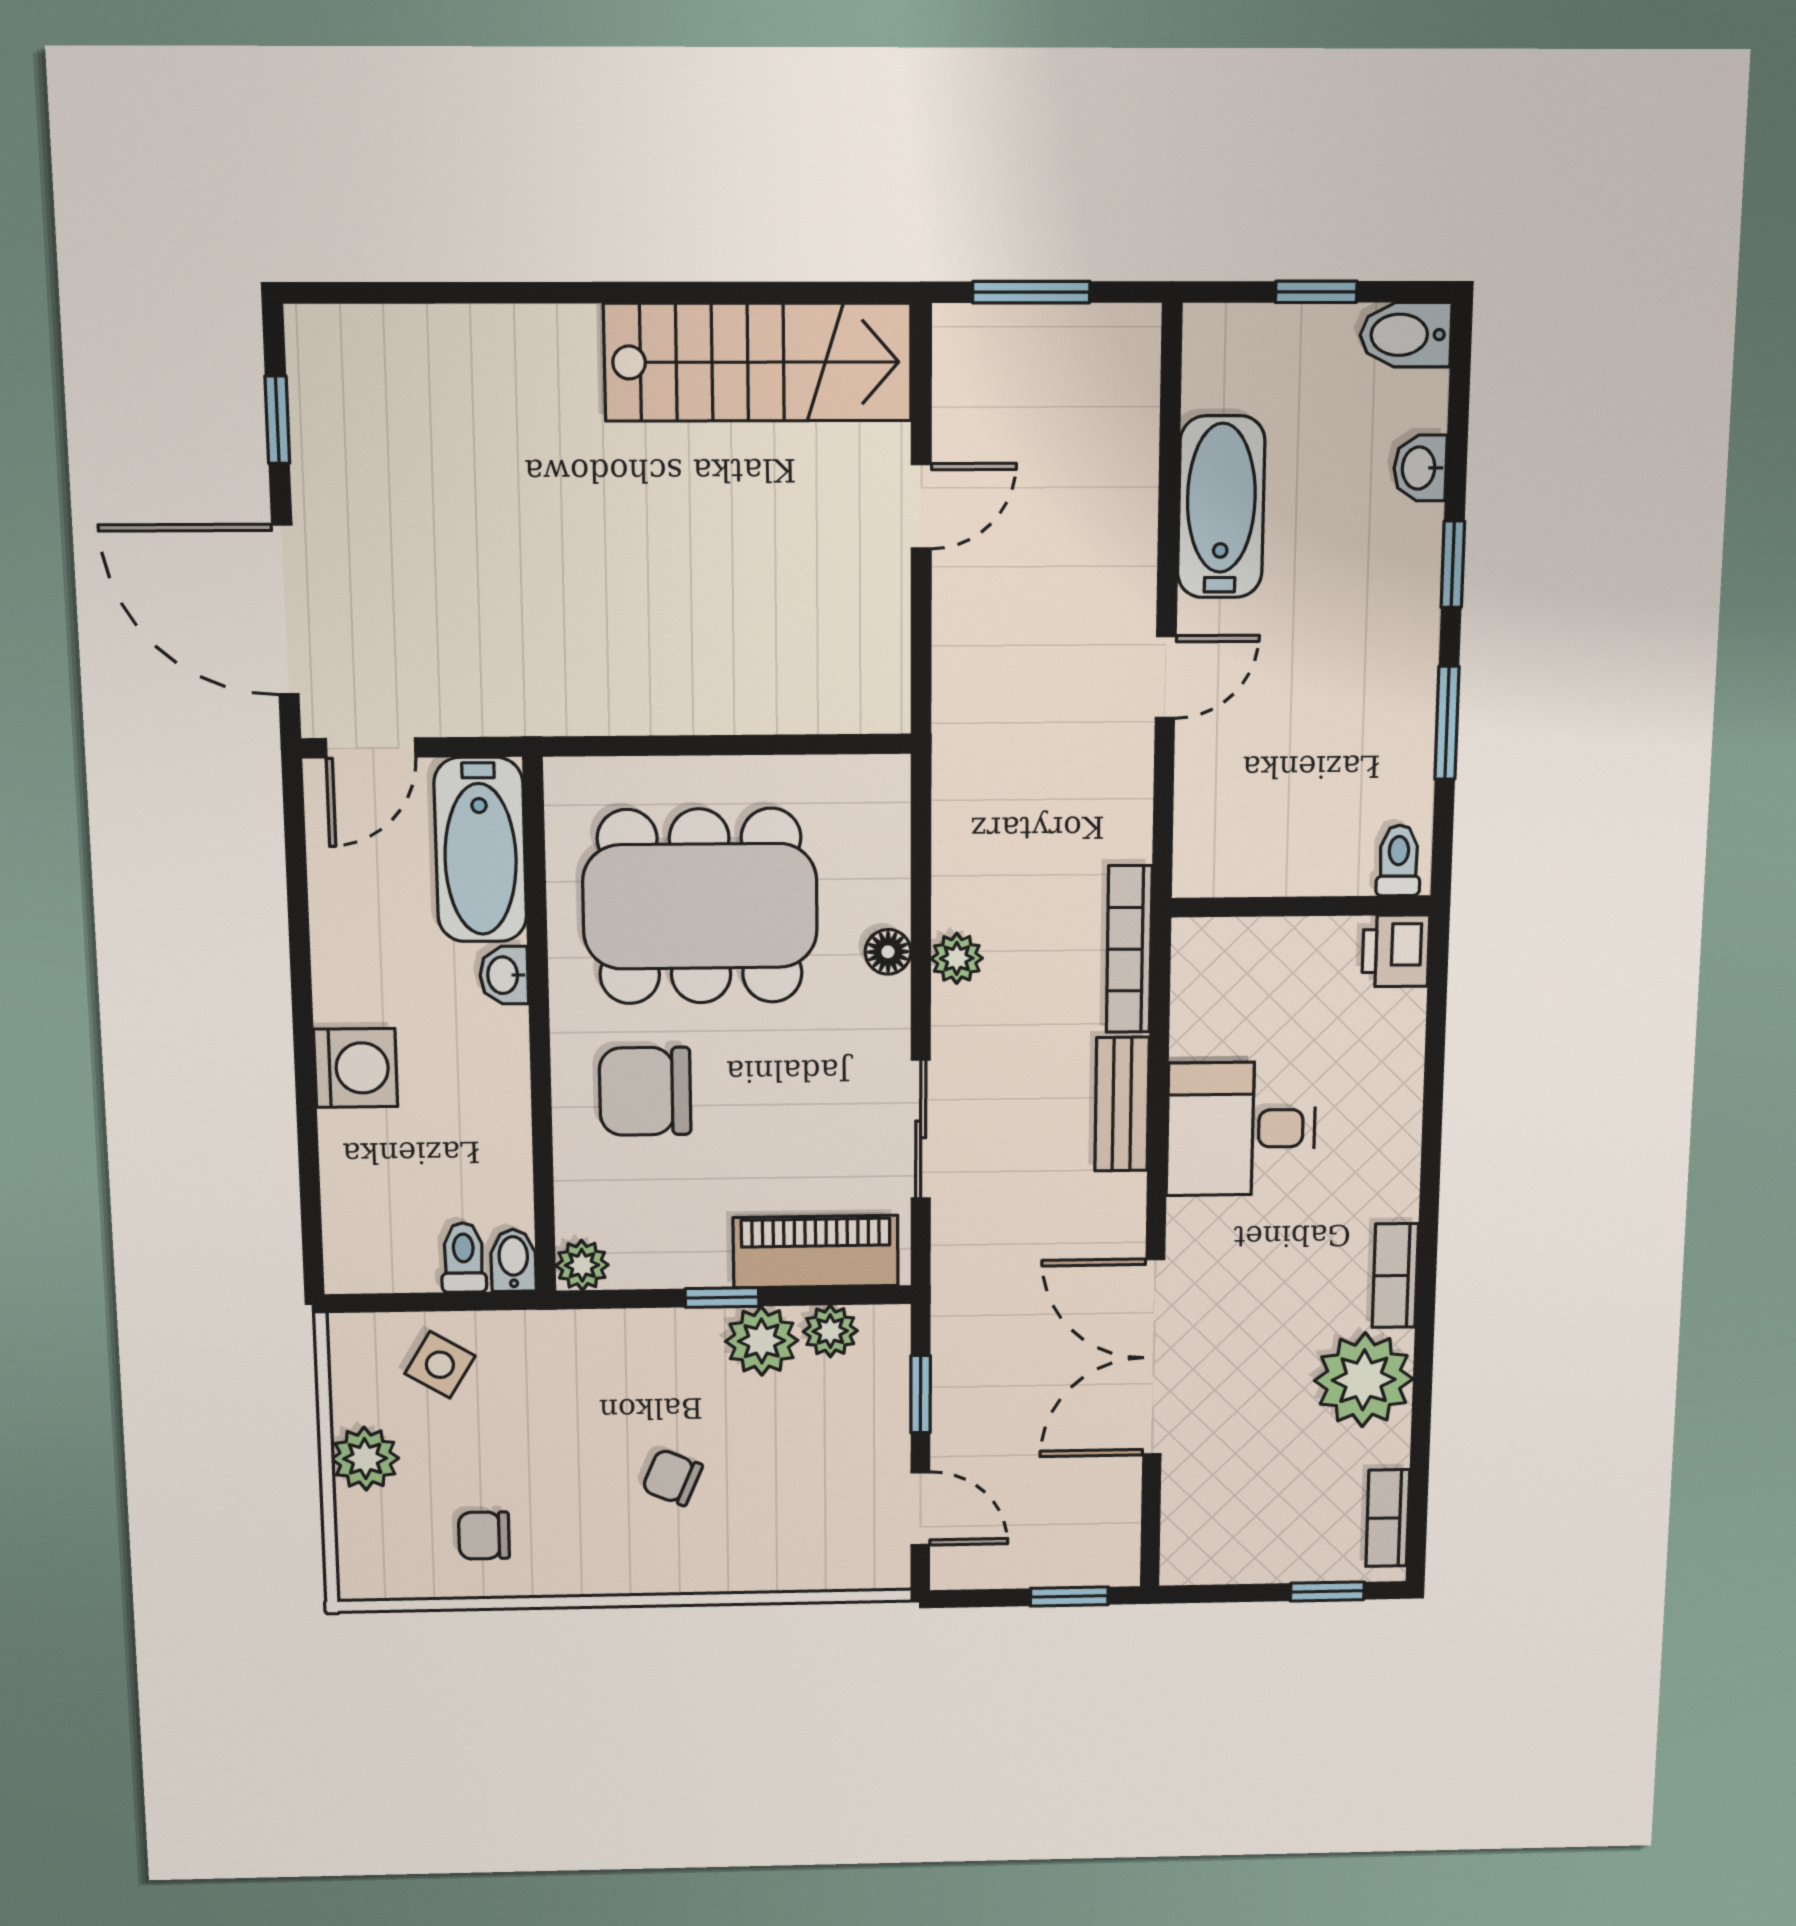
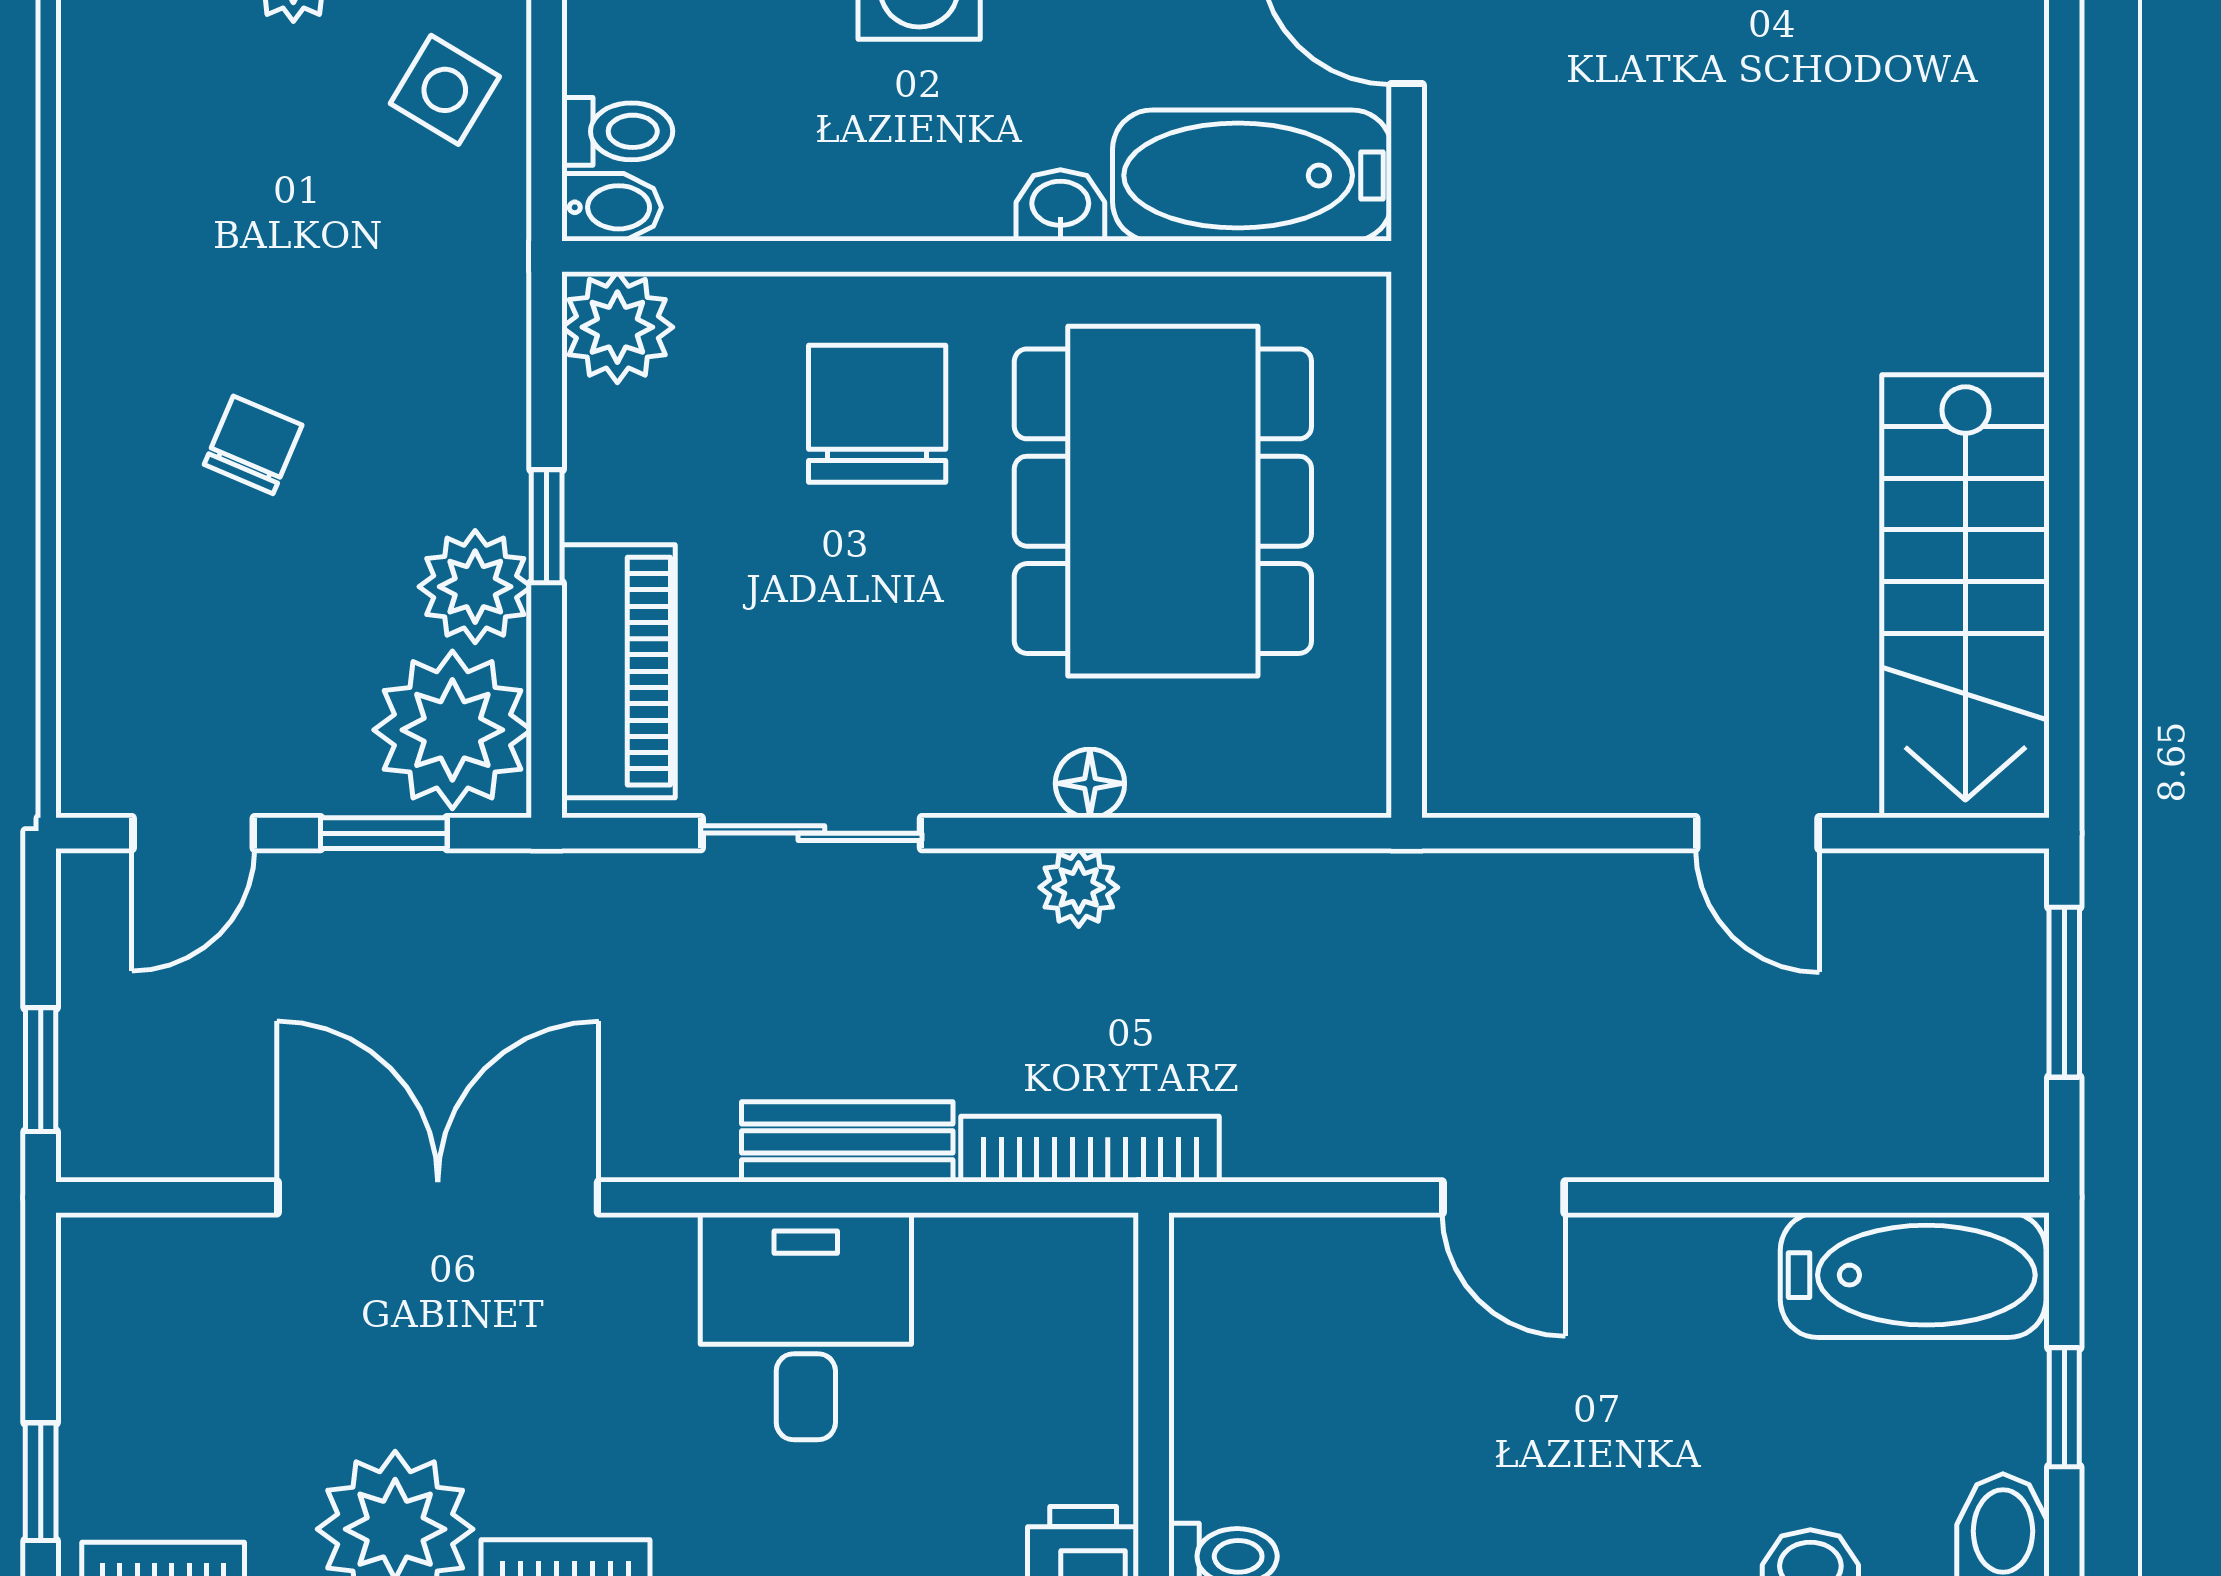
bathtub: (1221, 507) -> (1913, 1275), moved
plant: (582, 1265) -> (617, 327), width x1.38, depth x1.38
plant: (830, 1331) -> (452, 730), width x1.88, depth x1.88
chair: (484, 1535) -> (162, 150), removed

